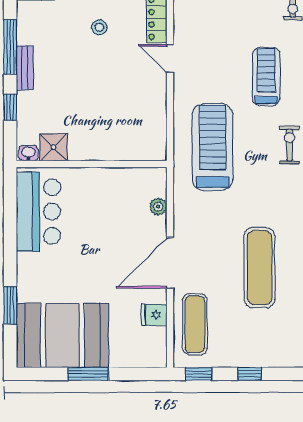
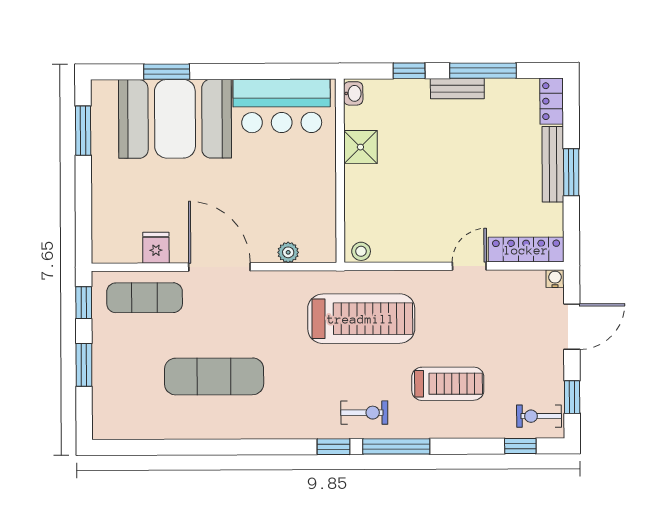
stool: (99, 27) -> (361, 251), moved
shower: (53, 147) -> (360, 147), moved
booth: (62, 335) -> (175, 119), moved, turned 90
window: (88, 374) -> (83, 131), moved
window: (250, 374) -> (84, 365), width x1.50

